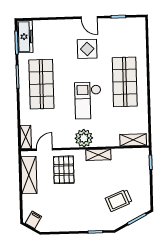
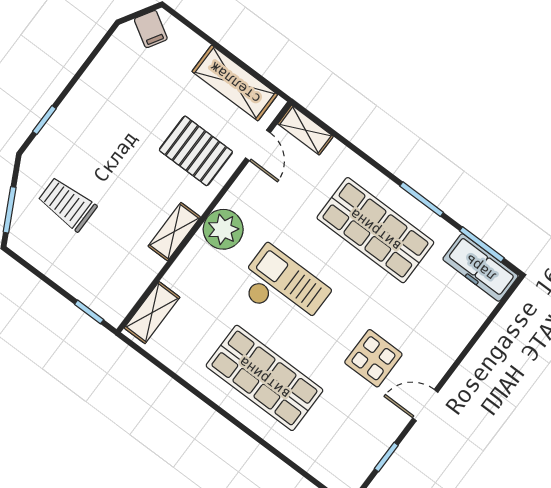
trolley: (119, 200) -> (67, 204), turned -68

